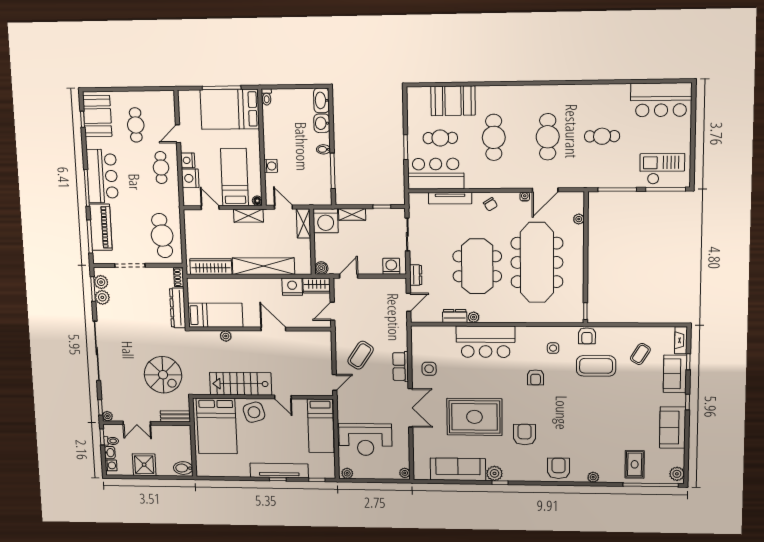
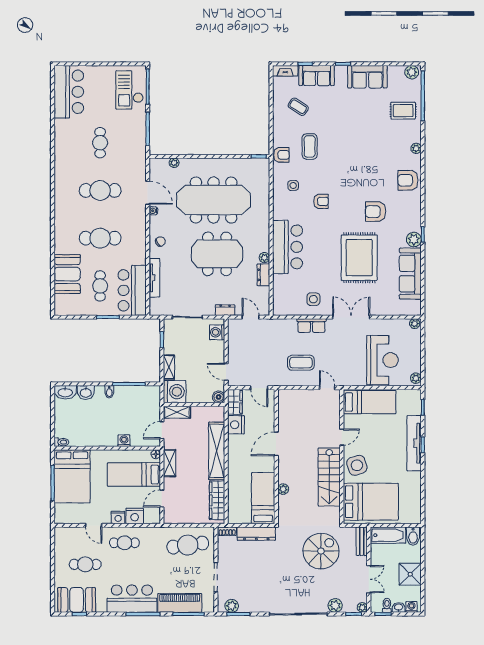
plant: (102, 297) -> (335, 605), moved
coffee table: (361, 355) -> (301, 363), turned -34
coffee table: (596, 366) -> (310, 146), width x0.73, depth x0.76
bathtub: (183, 443) -> (388, 535), added

